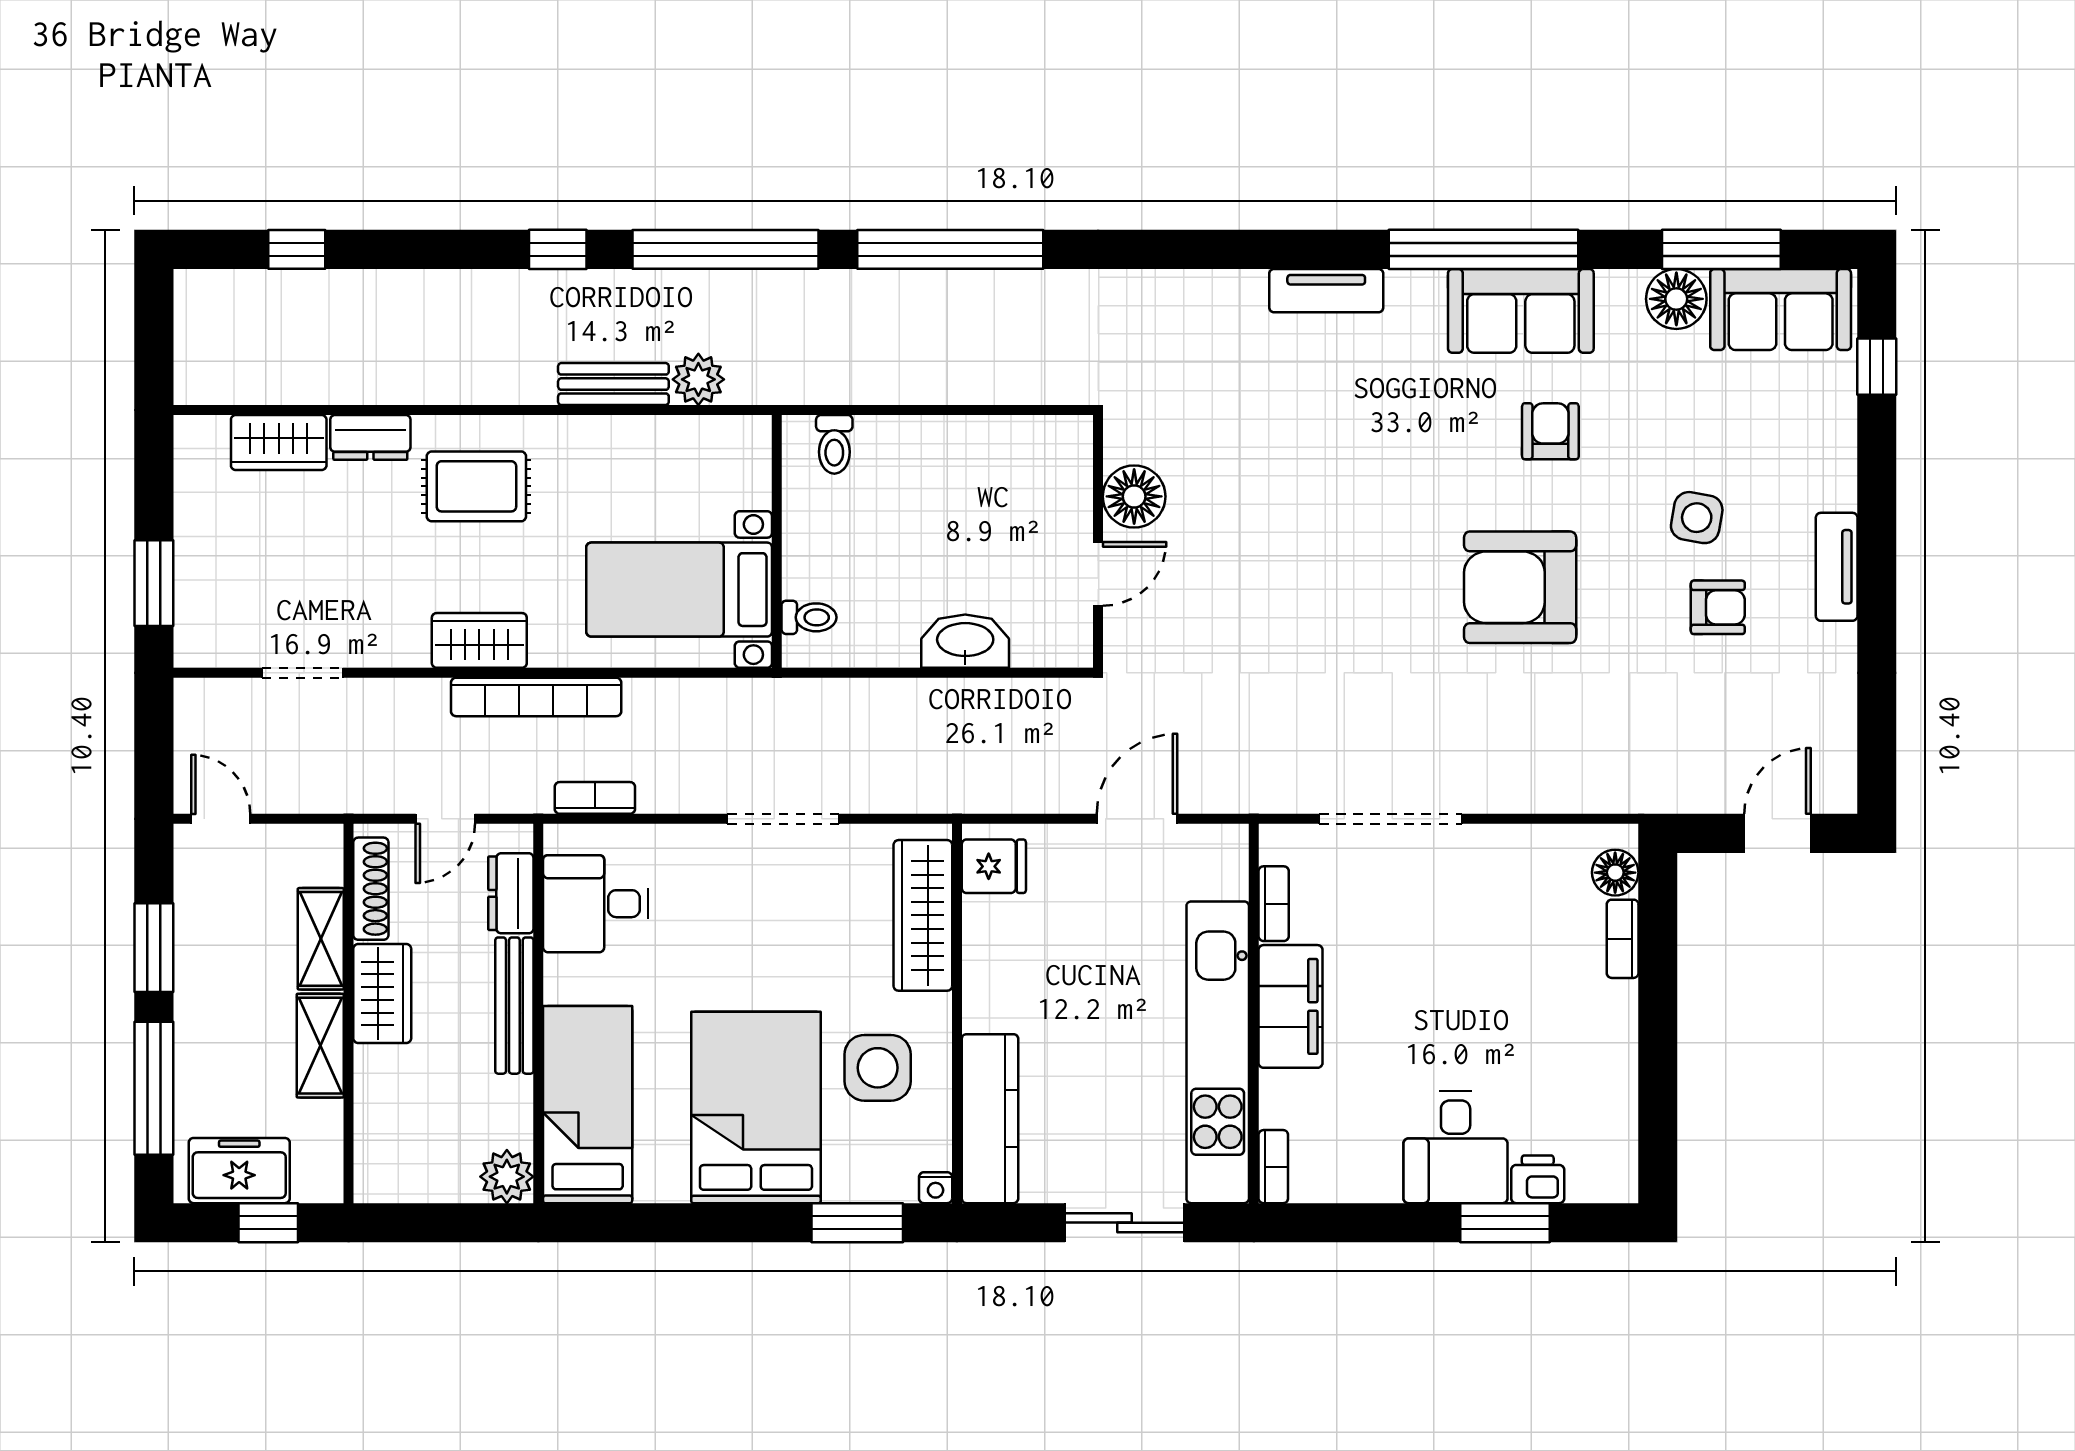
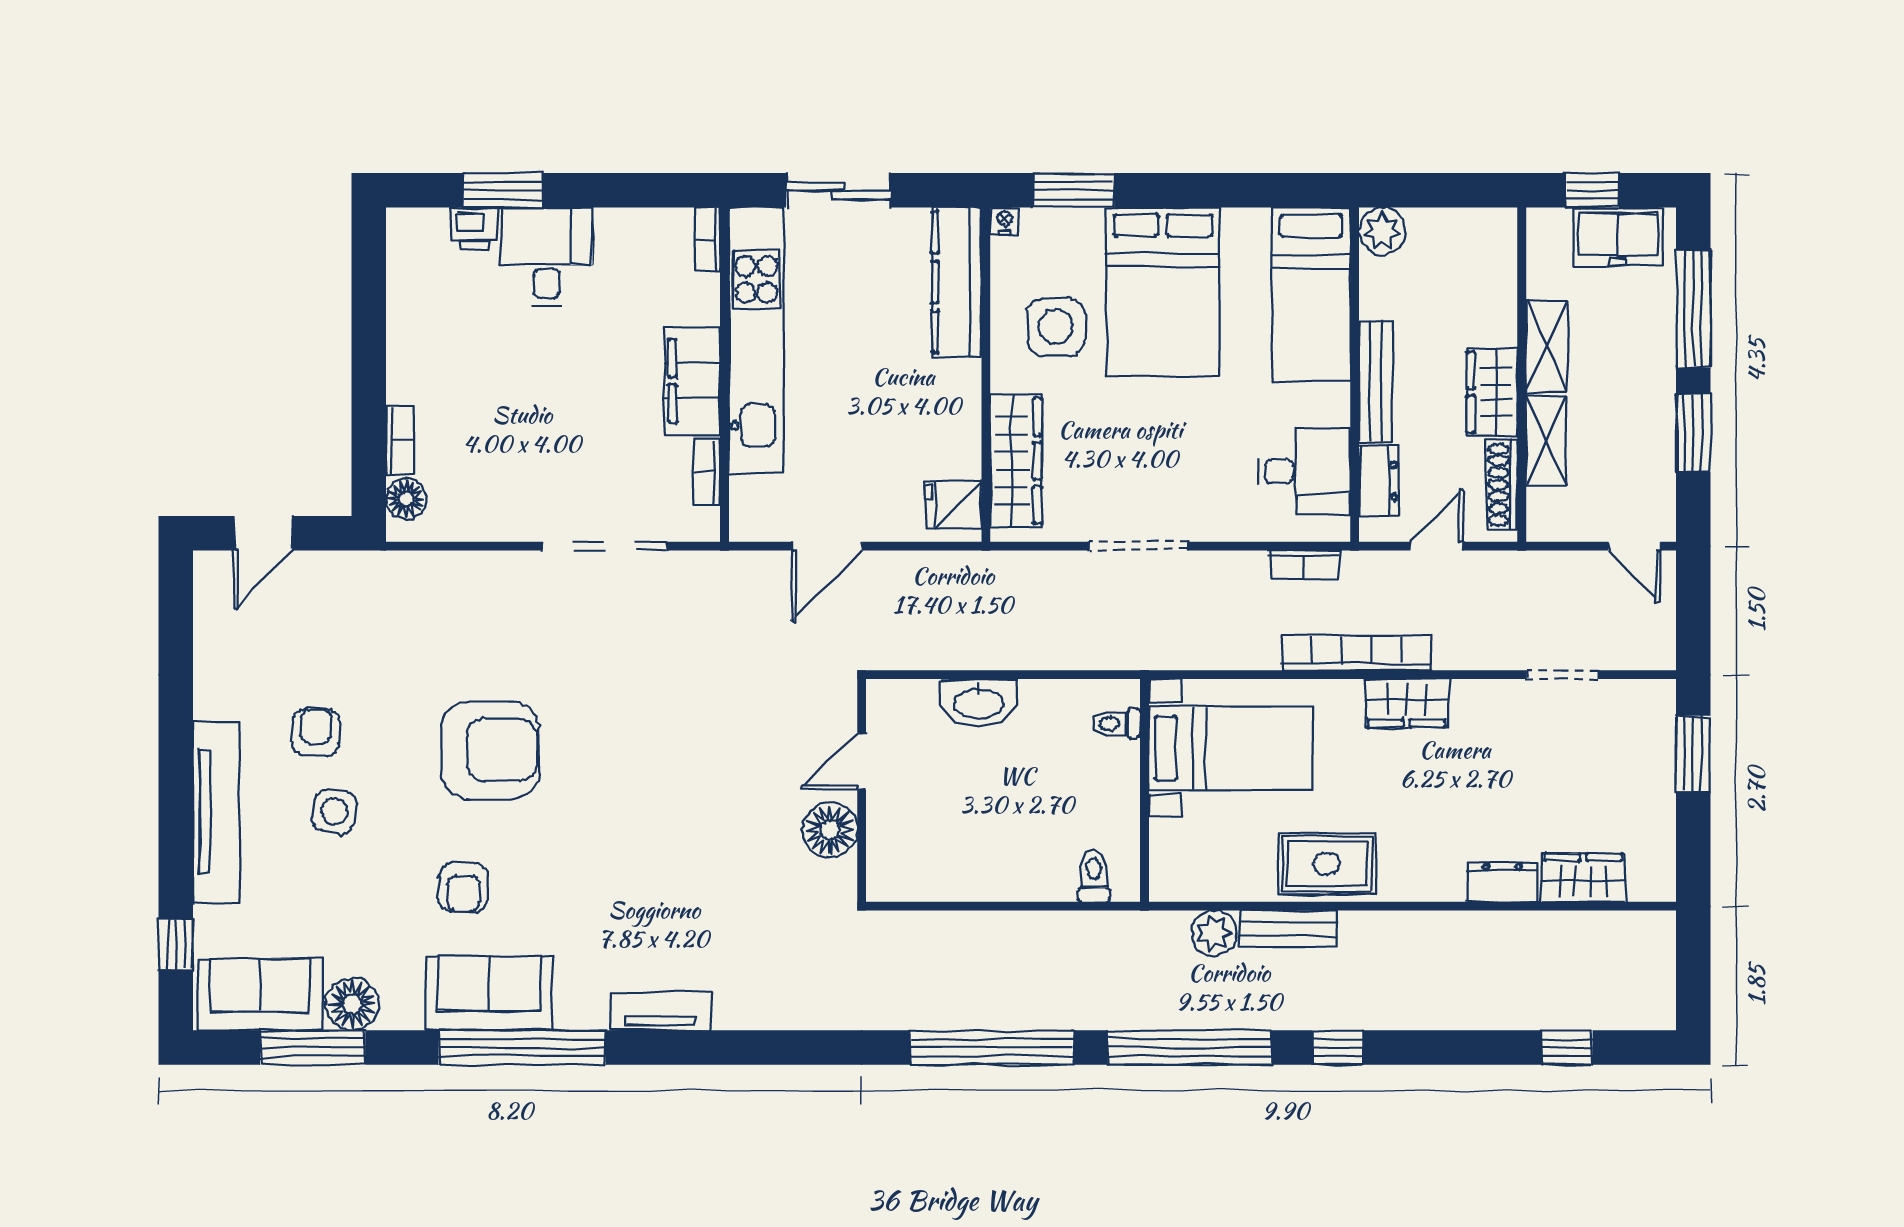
rug: (476, 486) -> (1327, 864), moved
tv unit: (1837, 567) -> (216, 812), width x1.92, depth x1.29
armchair: (1718, 607) -> (316, 732), turned 92

